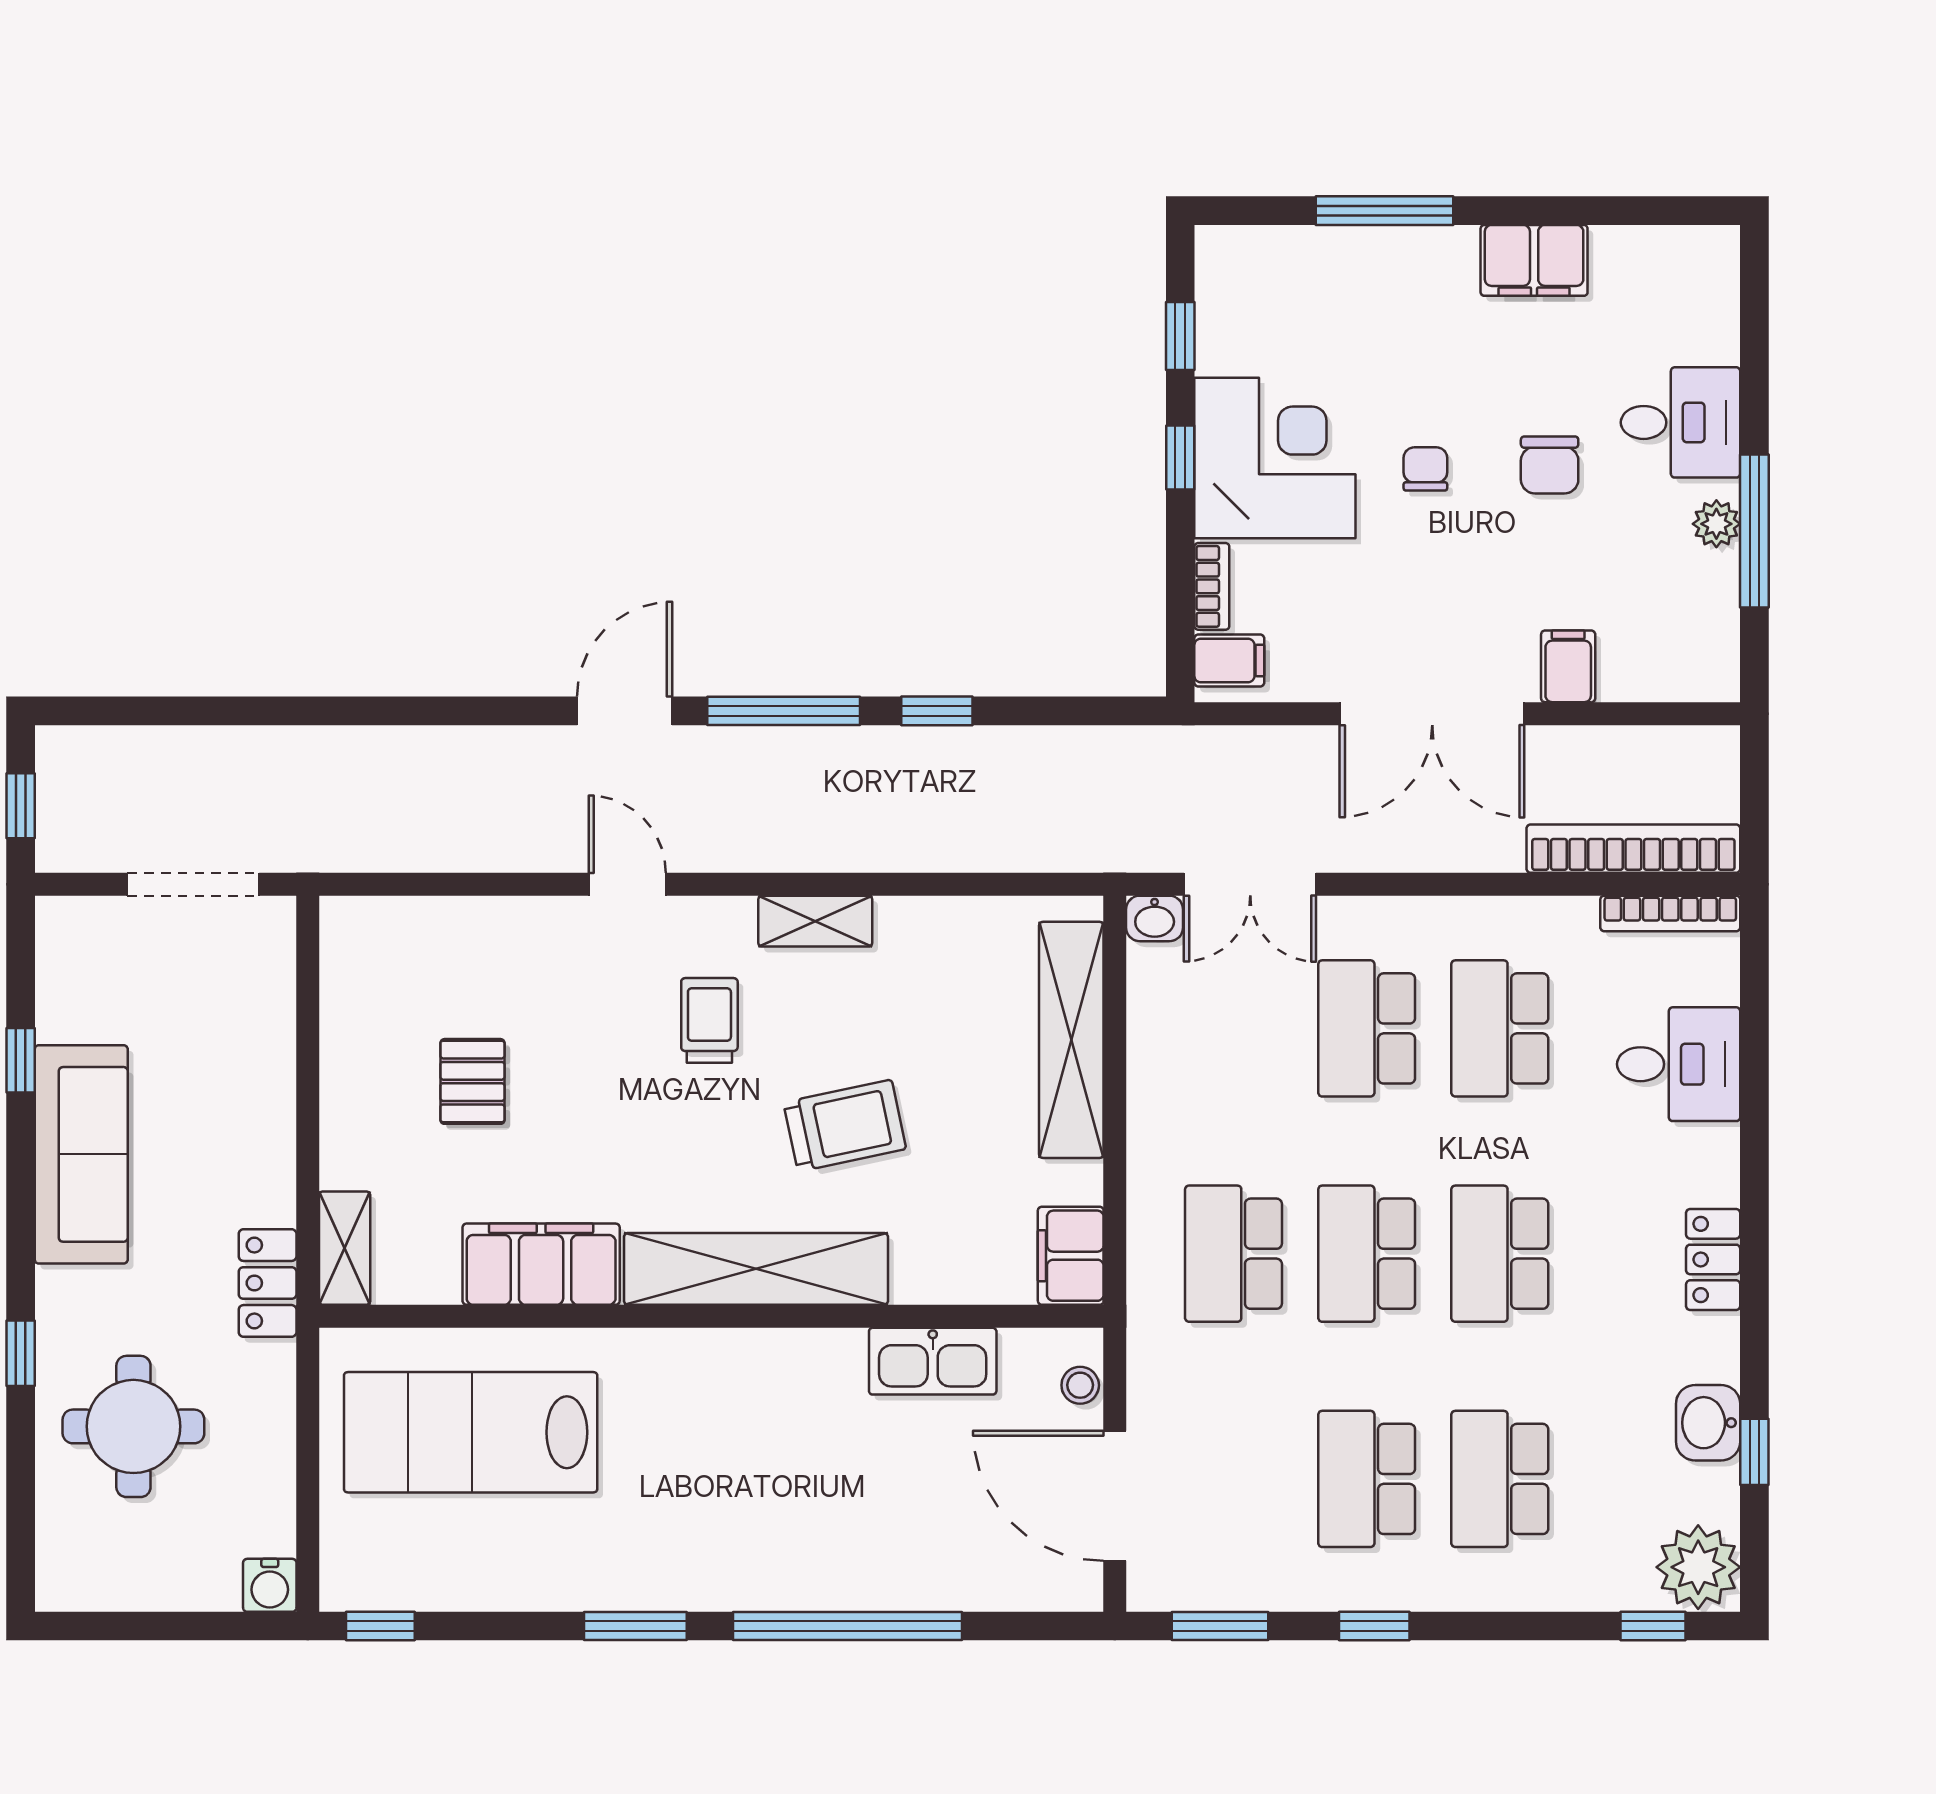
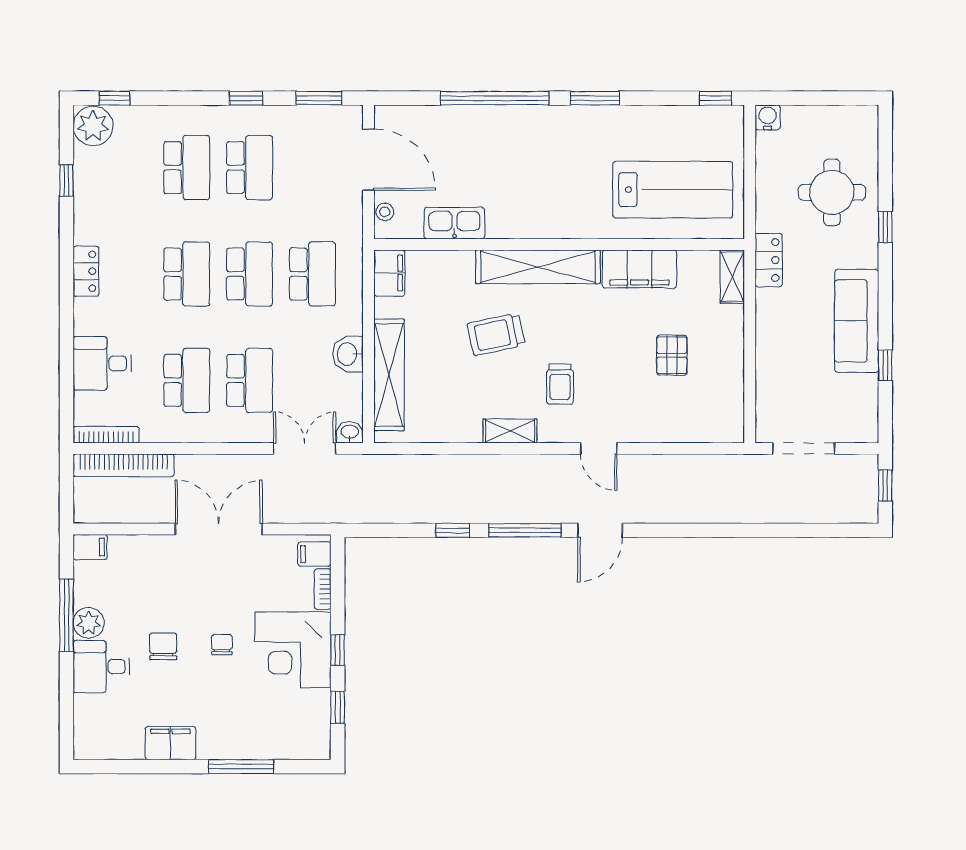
chair: (1425, 469) -> (222, 645), turned 180
plant: (1716, 524) -> (89, 623), width x1.38, depth x1.38
filing cabinet: (1568, 666) -> (90, 547), moved, turned -90
washbasin: (1708, 1423) -> (348, 354), moved, turned 180

